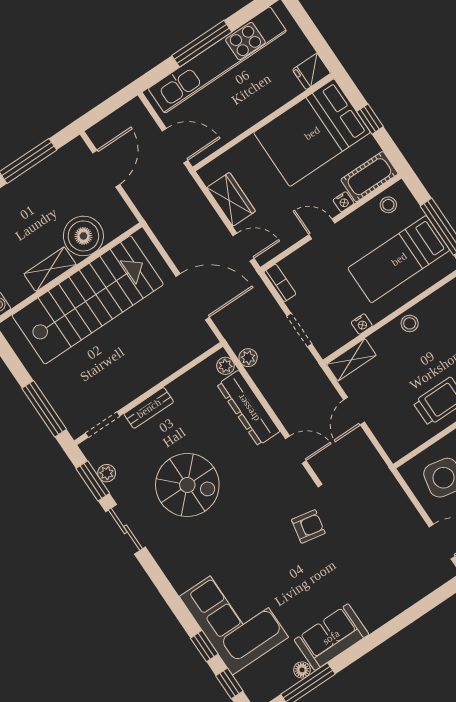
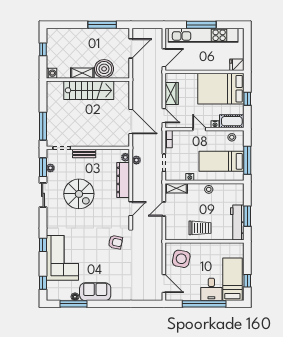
door: (175, 146) -> (164, 58), hinge flipped
stairs: (88, 300) -> (89, 90), width x0.73, depth x0.66
door: (296, 450) -> (131, 209), hinge flipped
window: (204, 646) -> (43, 245), moved

